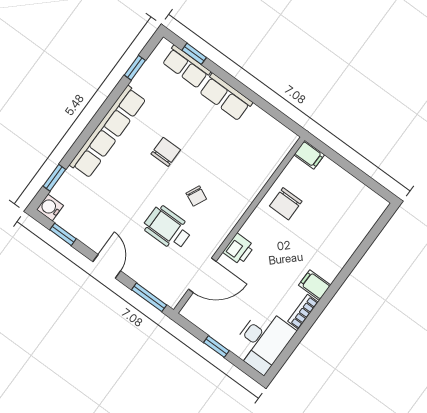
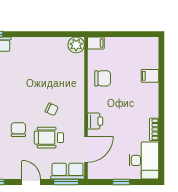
row of seats: (226, 97) -> (68, 171), moved, turned 180
plant: (283, 140) -> (76, 45), added
chair: (166, 152) -> (18, 130), moved
chair: (286, 204) -> (103, 78), turned -90
filing cabinet: (315, 285) -> (150, 76), moved

